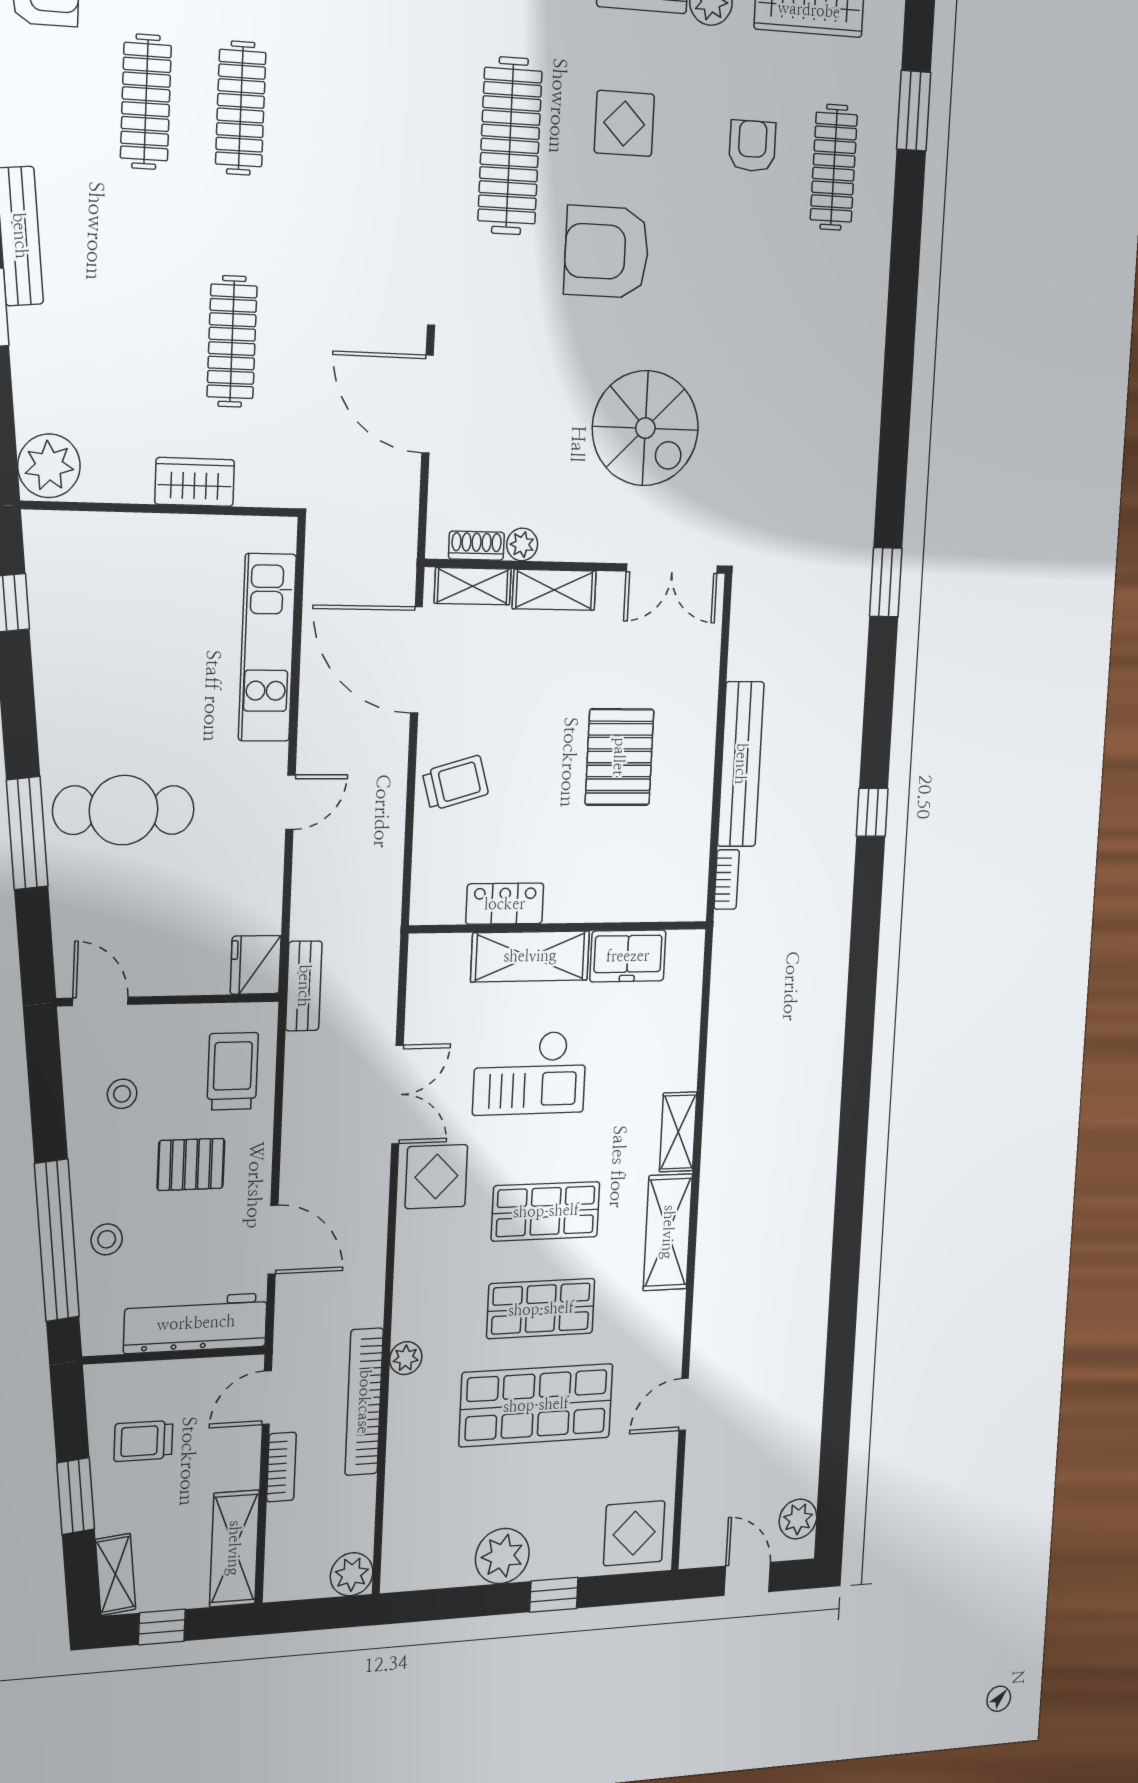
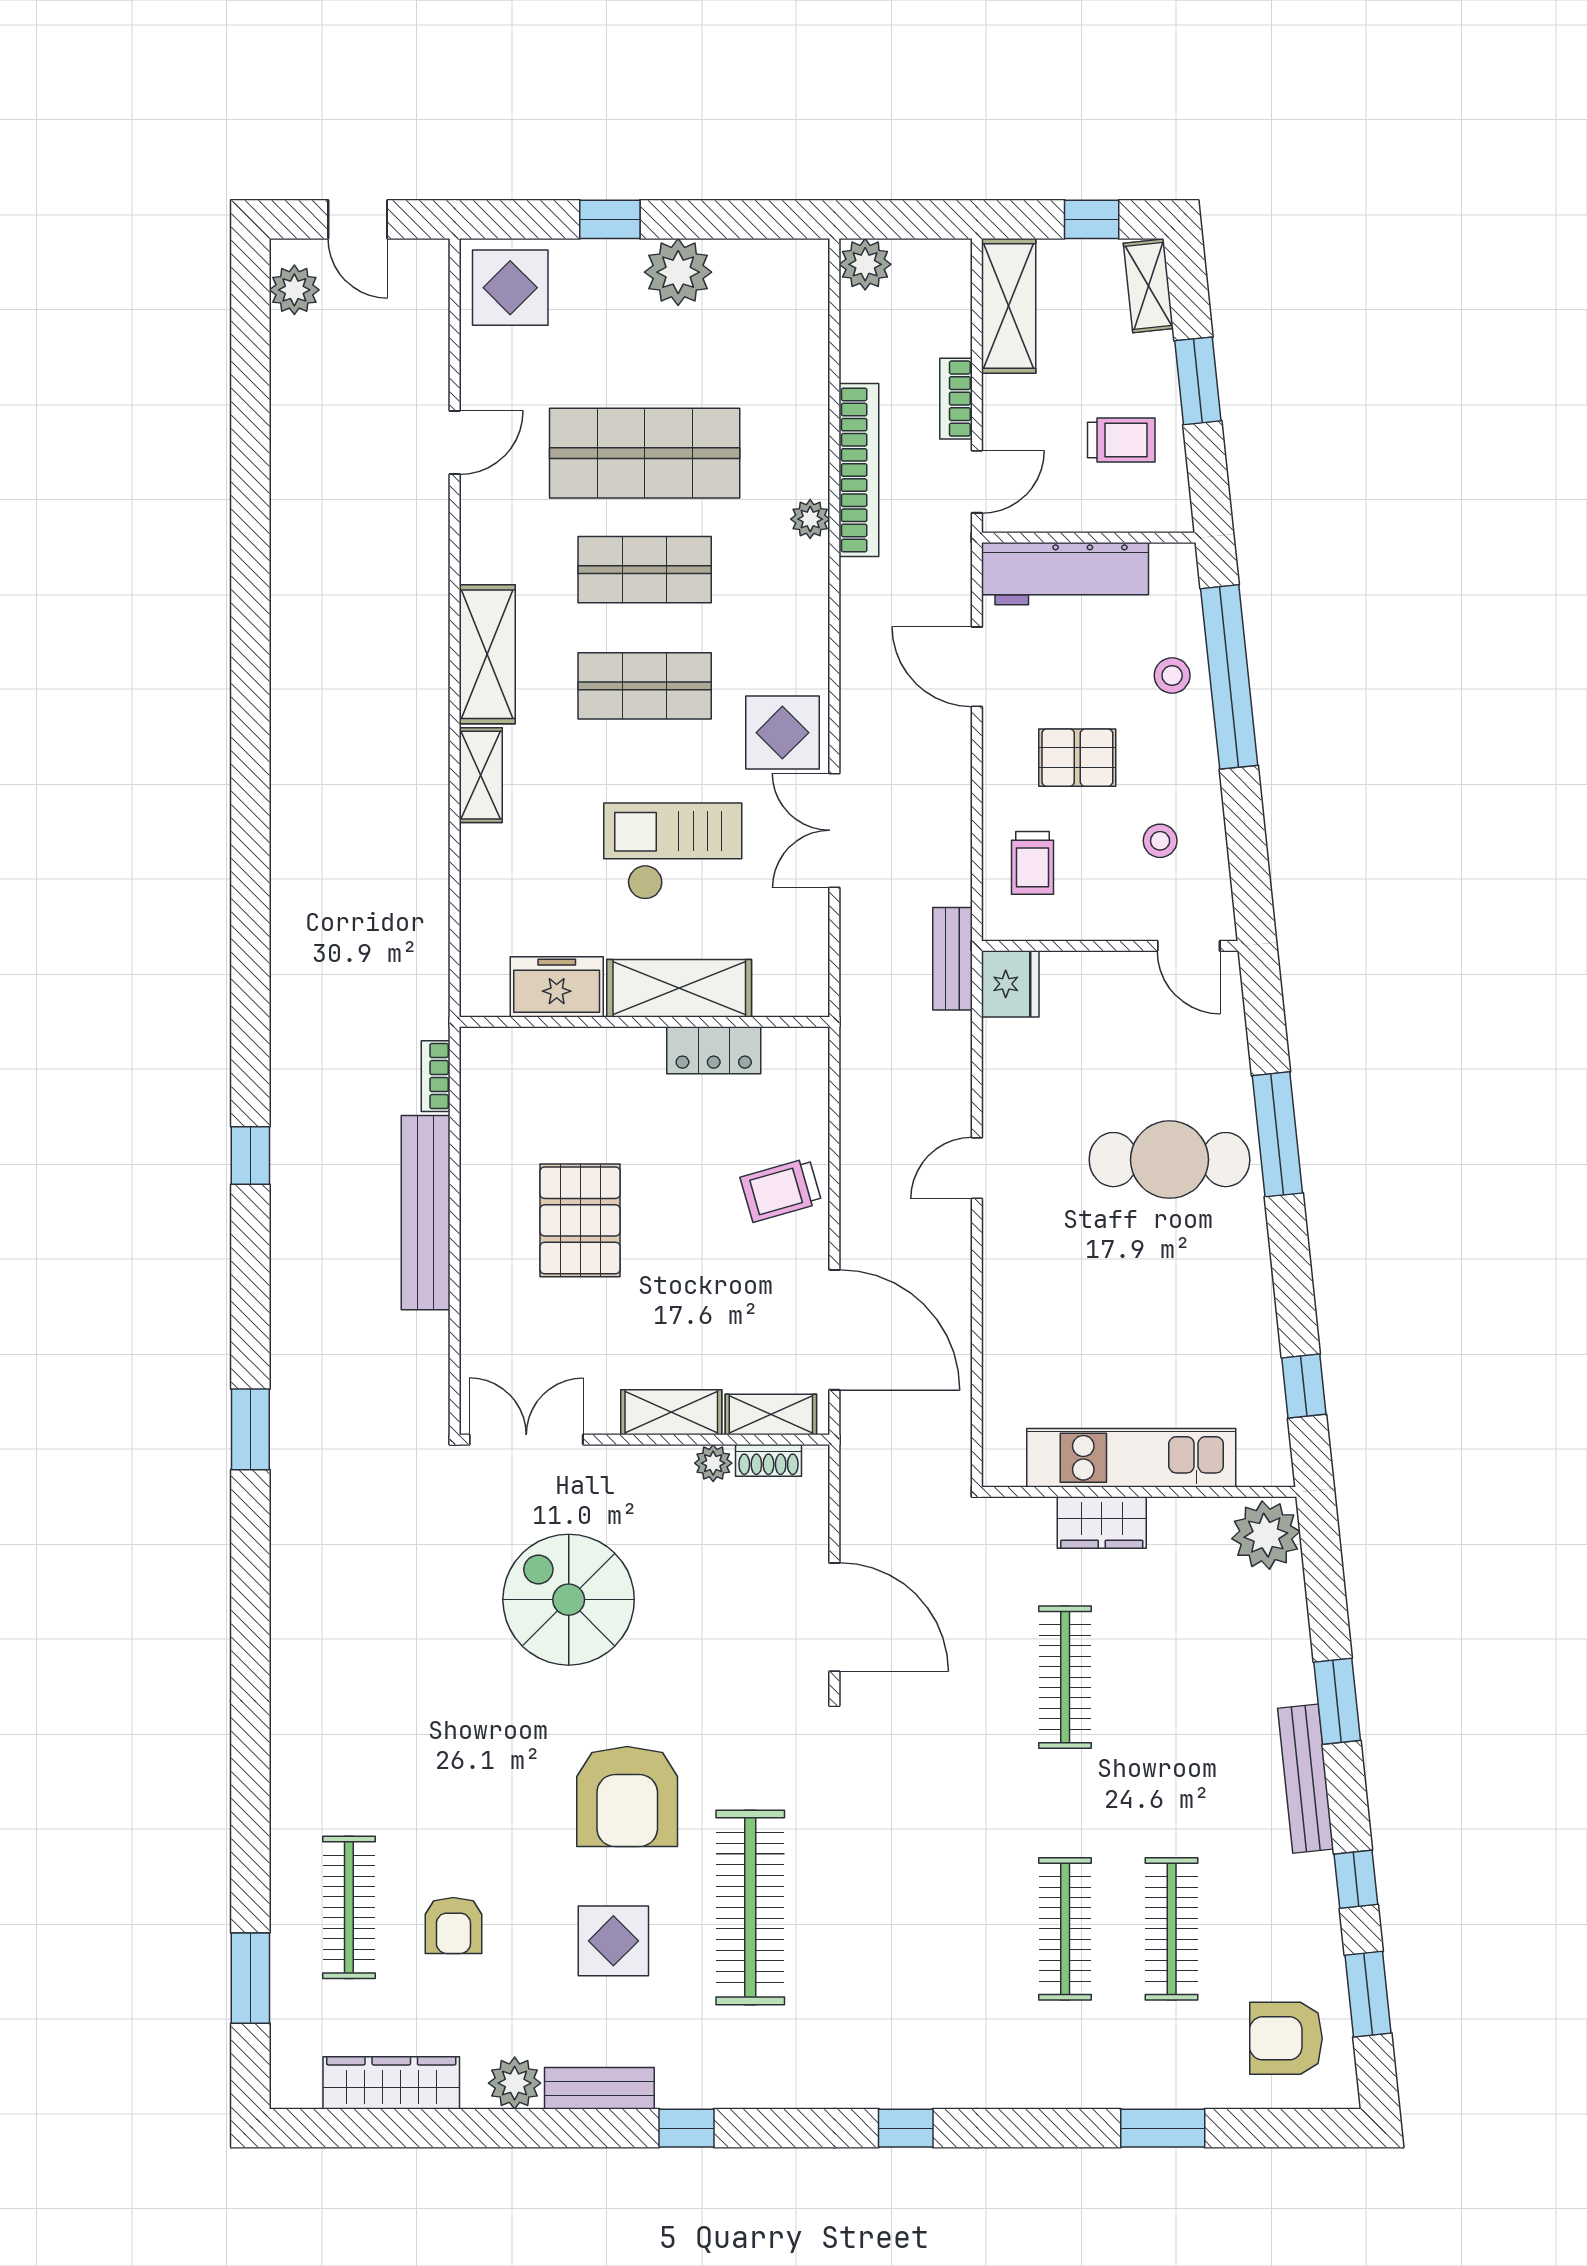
armchair: (607, 252) -> (627, 1796), turned 90
kitchen unit: (267, 648) -> (1131, 1458), moved, turned -90
trolley: (233, 1071) -> (1033, 863), width x0.73, depth x0.72

